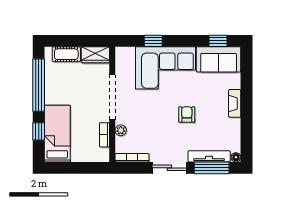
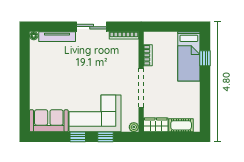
window: (218, 41) -> (78, 137), moved
window: (39, 85) -> (205, 99), removed
fireplace: (235, 103) -> (35, 83), removed
armchair: (187, 115) -> (76, 73), removed
plant: (121, 130) -> (134, 127), moved
window: (212, 168) -> (55, 27), removed

